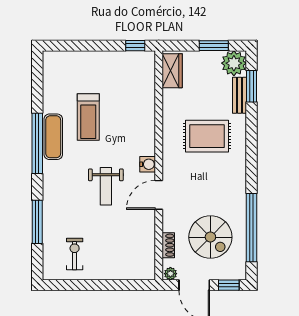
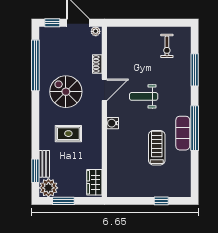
window: (135, 46) -> (161, 201), moved
rug: (207, 136) -> (68, 134), width x0.73, depth x0.70
water cooler: (148, 164) -> (113, 123), moved
weight bench: (106, 186) -> (144, 96), turned -90
spiral stairs: (210, 237) -> (66, 92), moved
shoe rack: (168, 245) -> (97, 64), moved

